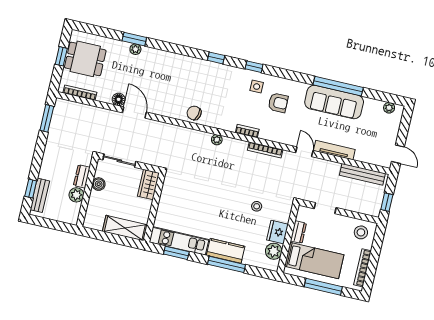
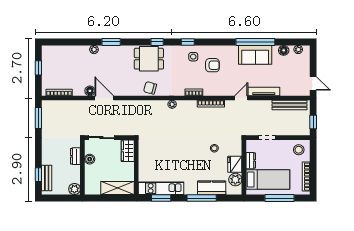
window: (134, 39) -> (111, 42), moved
dining table: (85, 59) -> (149, 59), moved
sofa: (334, 102) -> (255, 55), width x0.73
floor lamp: (371, 105) -> (284, 50), added
door: (304, 152) -> (241, 98), hinge flipped
plant: (76, 195) -> (74, 189), moved
kitchen counter: (226, 251) -> (212, 188), moved

